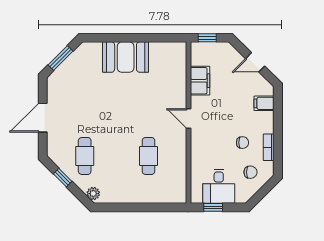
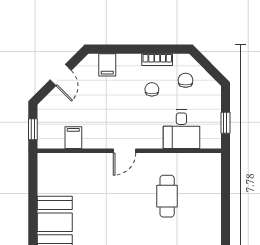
filing cabinet: (200, 81) -> (73, 138), width x0.50
cafe table: (148, 156) -> (167, 196), turned 90
desk: (219, 186) -> (181, 129), moved, turned 90

